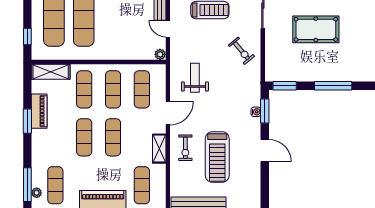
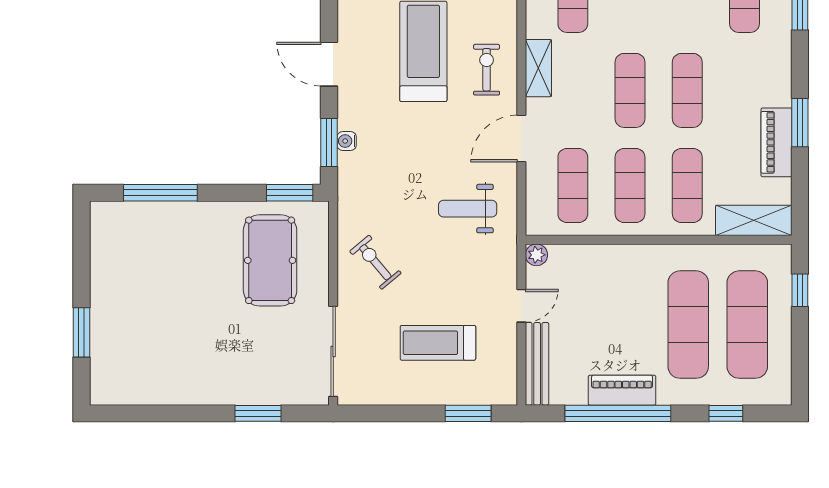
door: (168, 29) -> (521, 306), hinge flipped
pool table: (316, 29) -> (270, 260), moved, turned 90
weight bench: (195, 78) -> (468, 209), turned 90
window: (333, 86) -> (160, 193), moved

